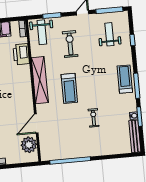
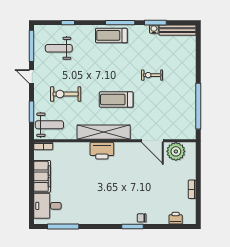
printer: (21, 54) -> (102, 151), moved
treadmill: (69, 88) -> (116, 99), turned 180

